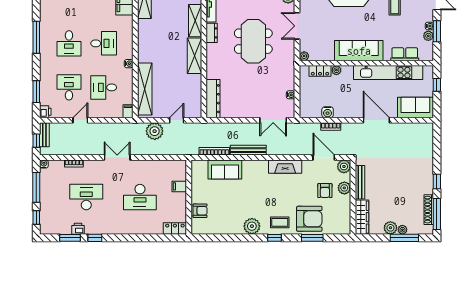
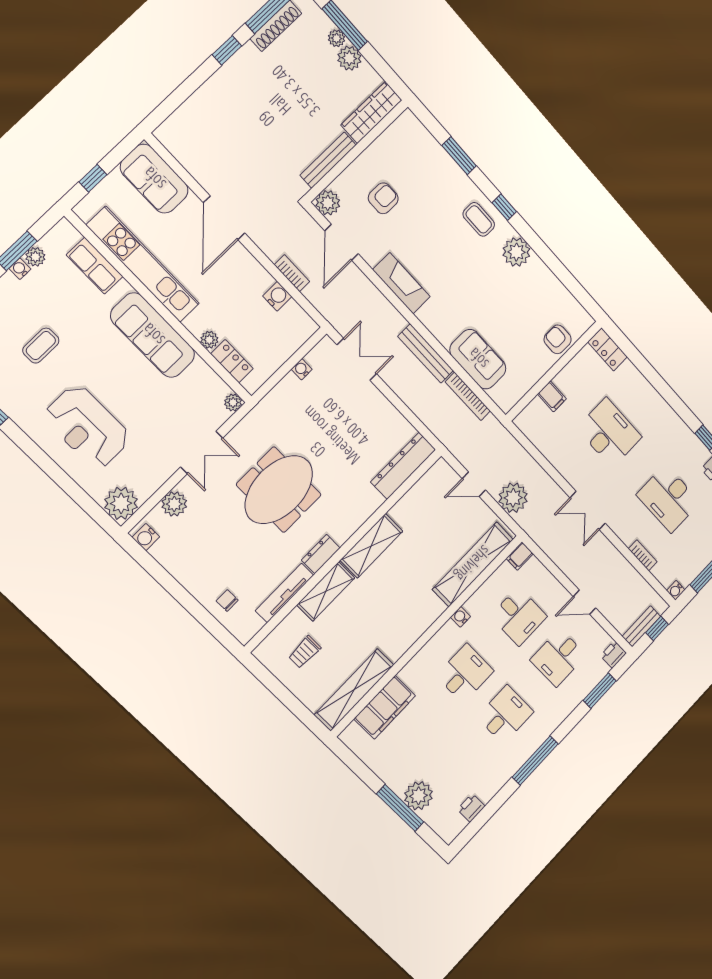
desk: (104, 43) -> (465, 673), turned 90
plant: (344, 188) -> (356, 175), removed
armchair: (309, 219) -> (439, 184), removed

